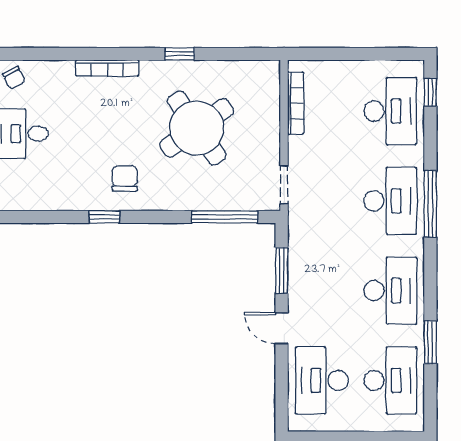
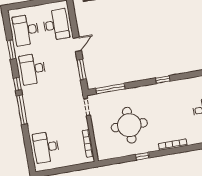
window: (430, 92) -> (17, 84), moved
round table: (197, 128) -> (129, 125), turned 35
chair: (125, 178) -> (157, 98), removed
desk: (390, 201) -> (39, 108), removed
door: (282, 328) -> (77, 44), hinge flipped

